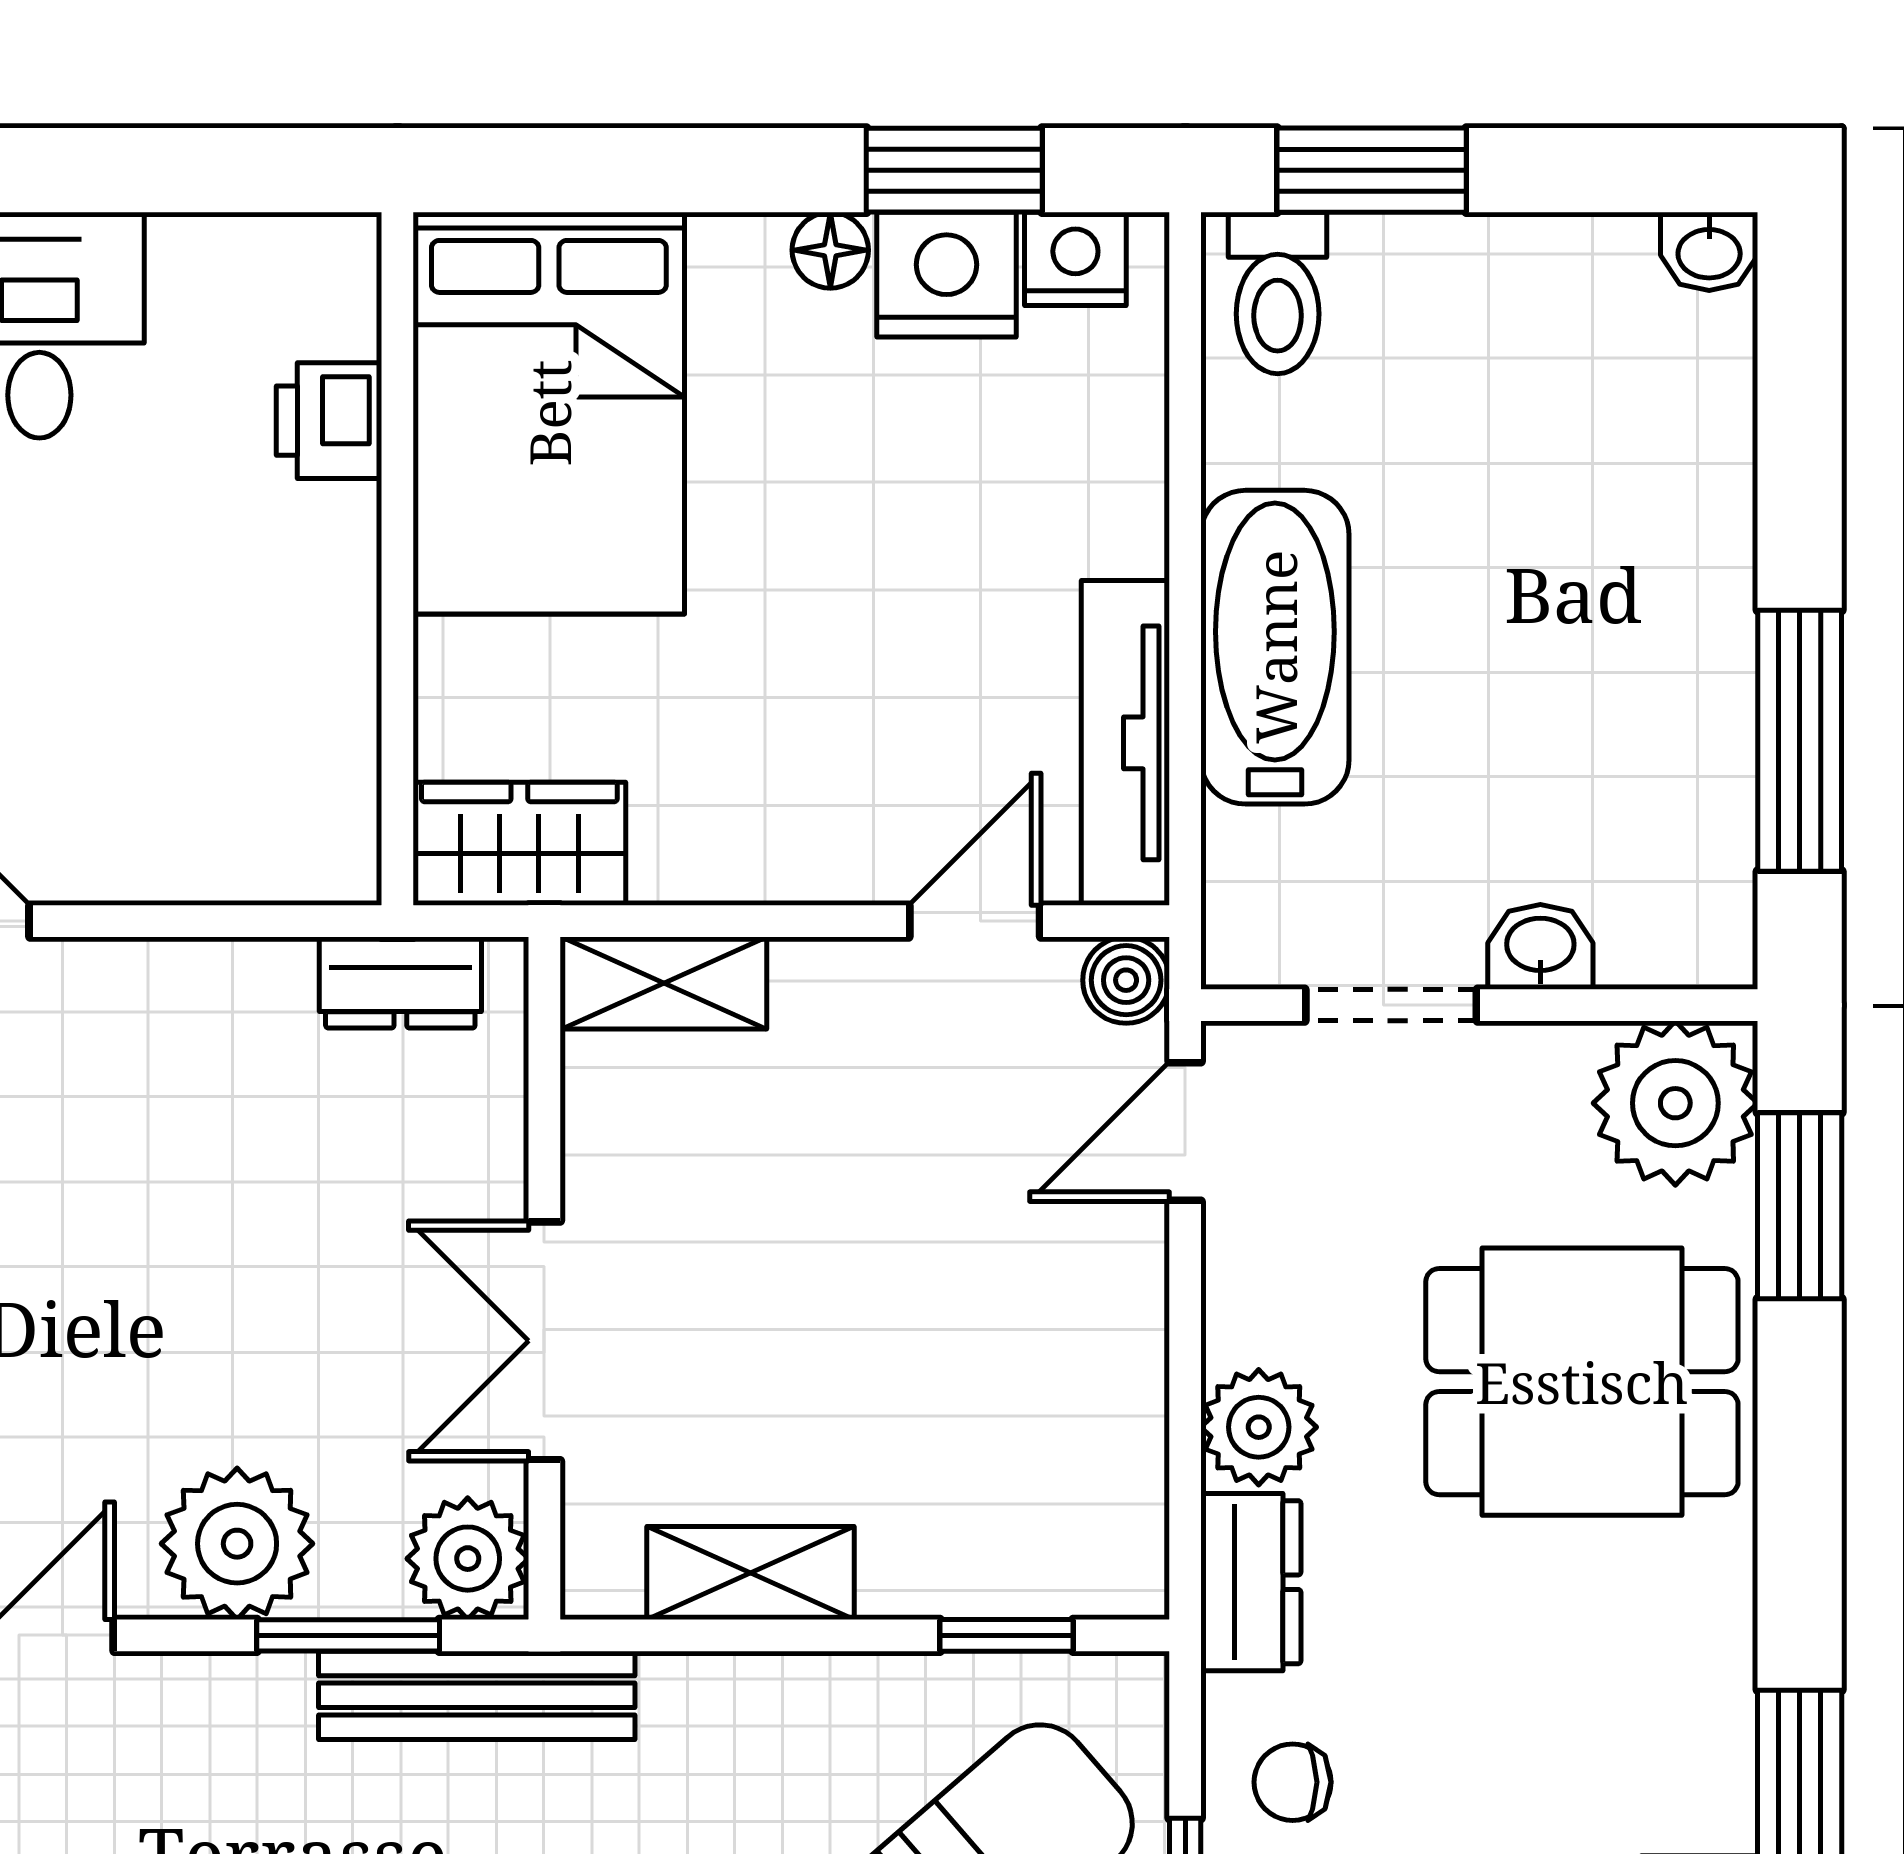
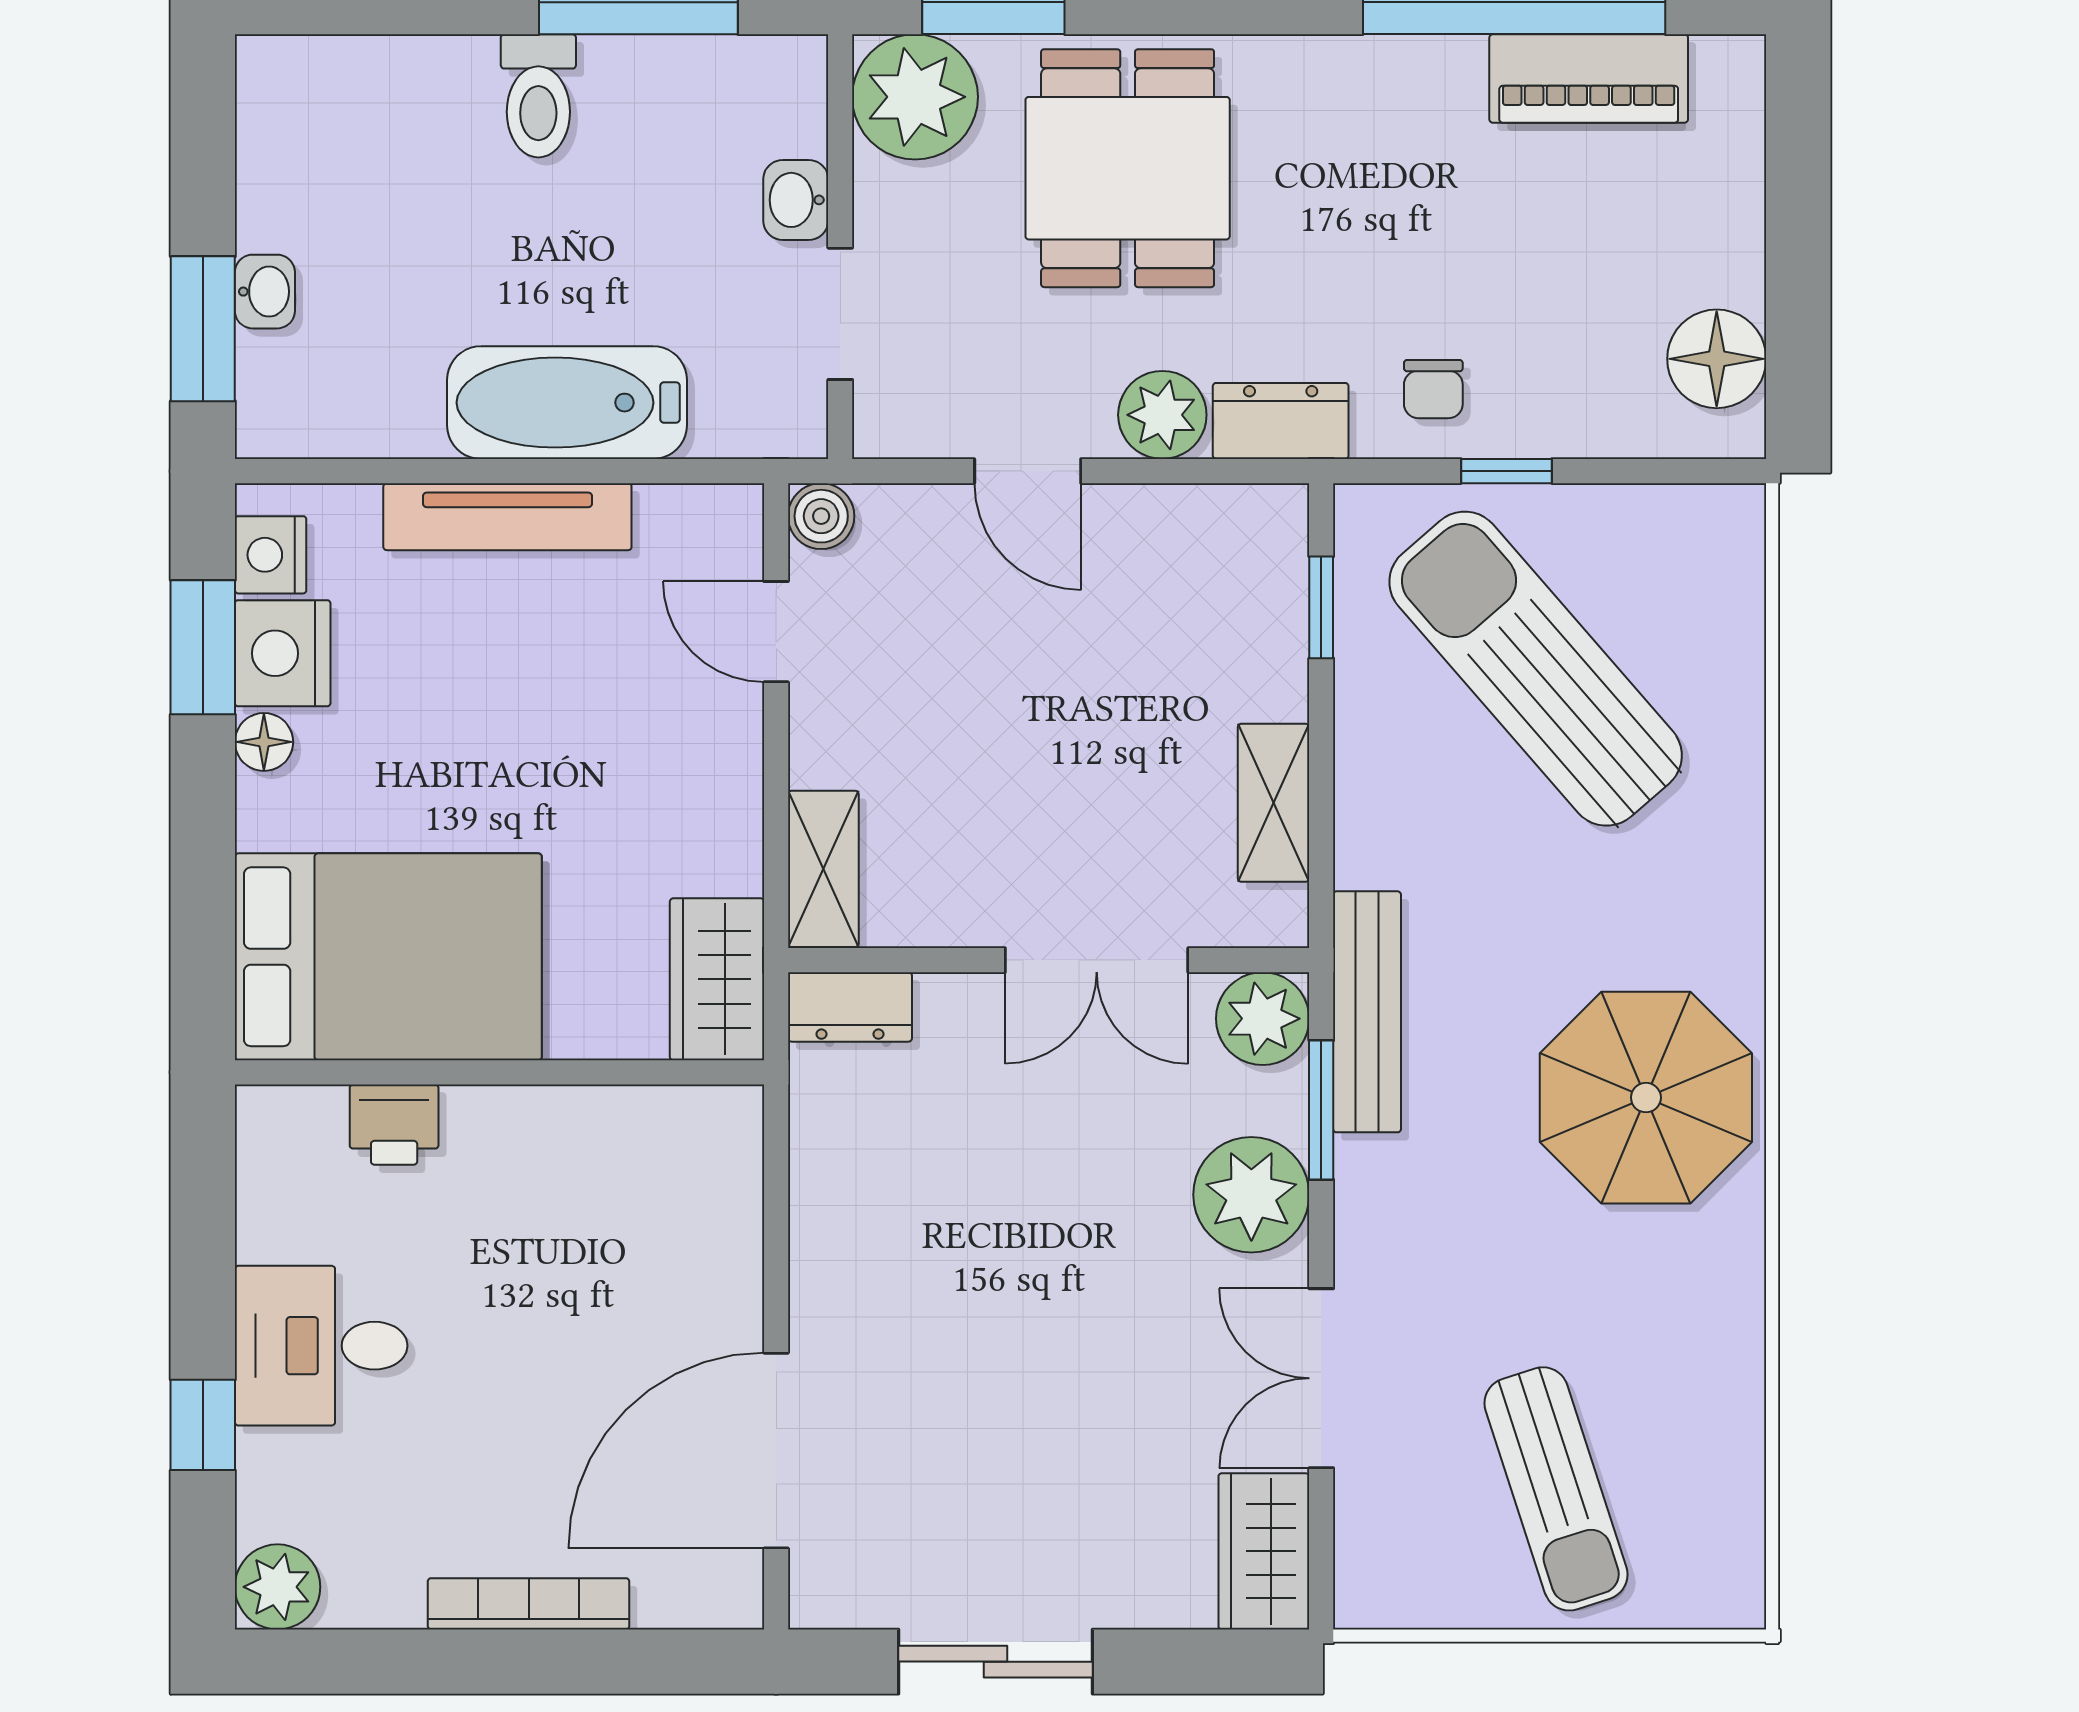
washbasin: (1709, 251) -> (265, 292), moved
toilet: (1278, 293) -> (538, 96), moved, turned 90
tv unit: (1125, 743) -> (507, 517), moved
dresser: (400, 982) -> (850, 1007), moved, turned 90
door: (1185, 1131) -> (1028, 471), moved

